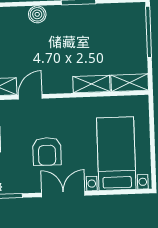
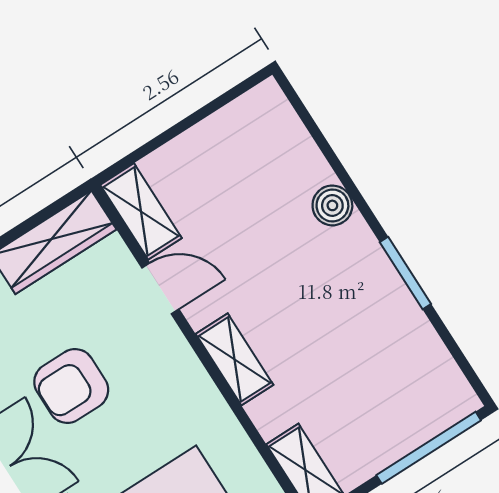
shelving: (91, 84) -> (235, 359), moved

